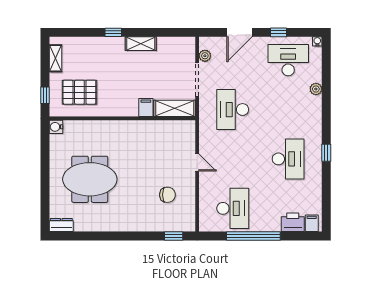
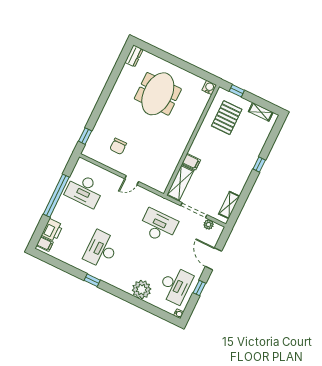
shelving: (141, 44) -> (229, 205), moved
plant: (316, 89) -> (142, 290), width x1.88, depth x1.88
desk: (288, 159) -> (101, 249), turned 90

